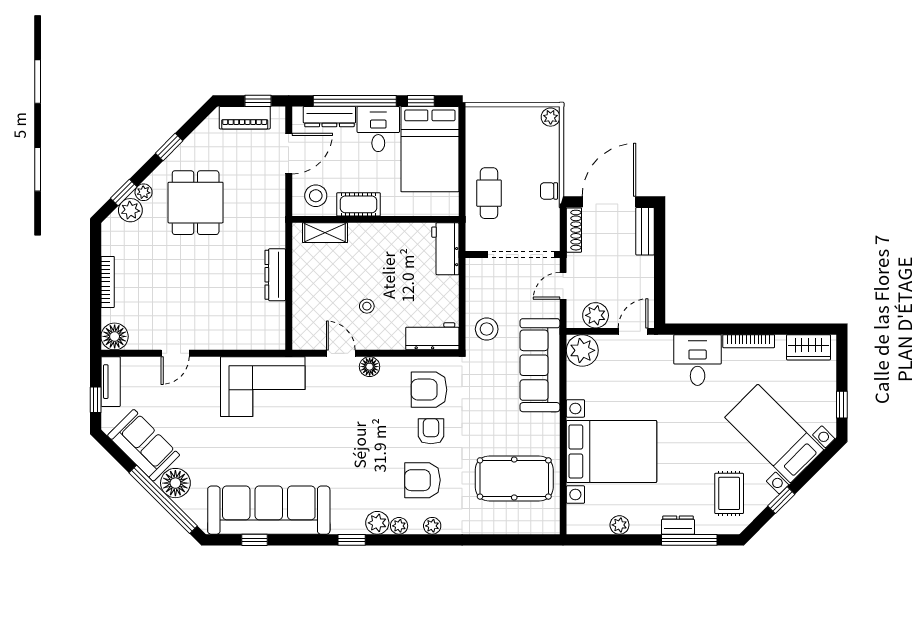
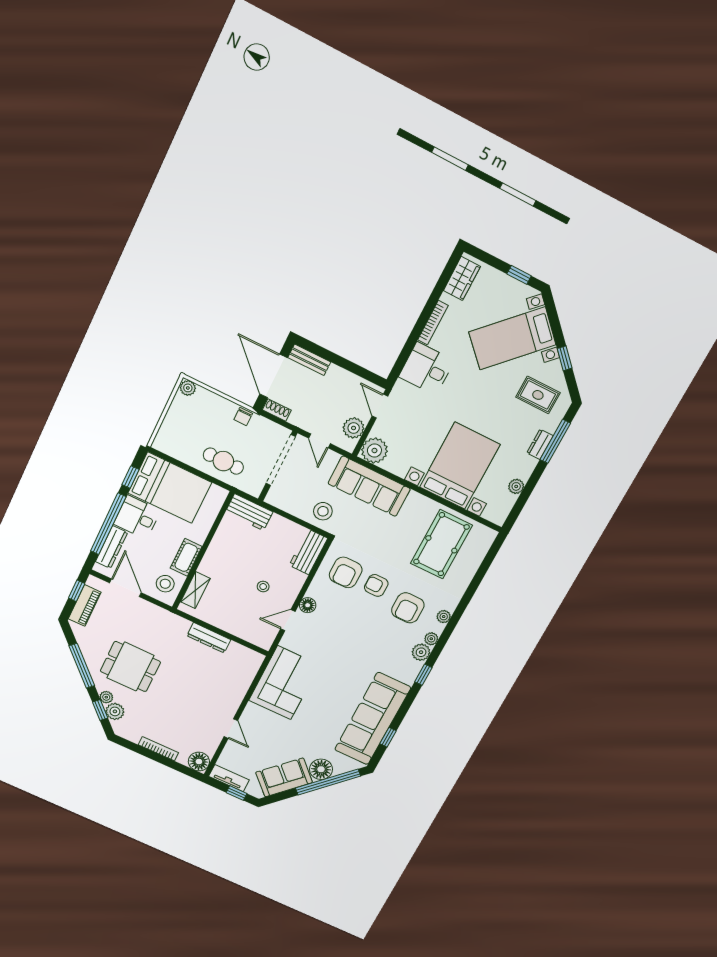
window: (169, 147) -> (82, 666), width x2.17
shoe rack: (574, 230) -> (277, 410), width x0.70

